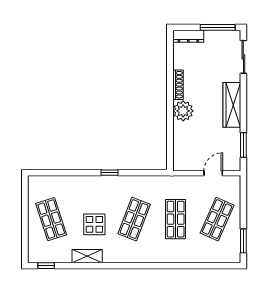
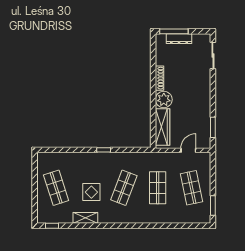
window: (218, 27) -> (174, 31), moved
dresser: (188, 36) -> (179, 39), moved
wardrobe: (232, 105) -> (163, 127), moved, turned 180
shop shelf: (217, 219) -> (192, 188), turned -36

